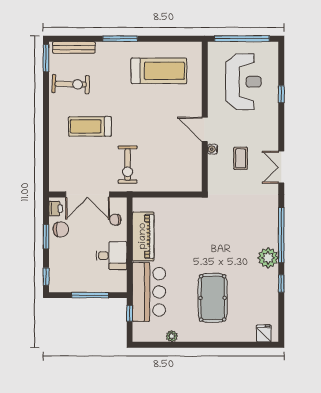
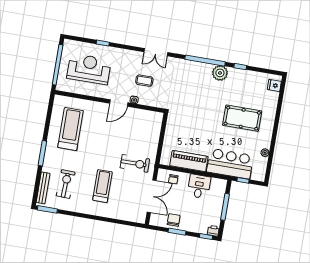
exercise bike: (71, 84) -> (66, 184), moved
treadmill: (90, 126) -> (102, 186), turned 180
printer: (56, 209) -> (213, 231), moved

